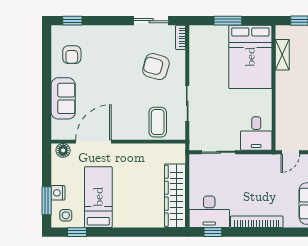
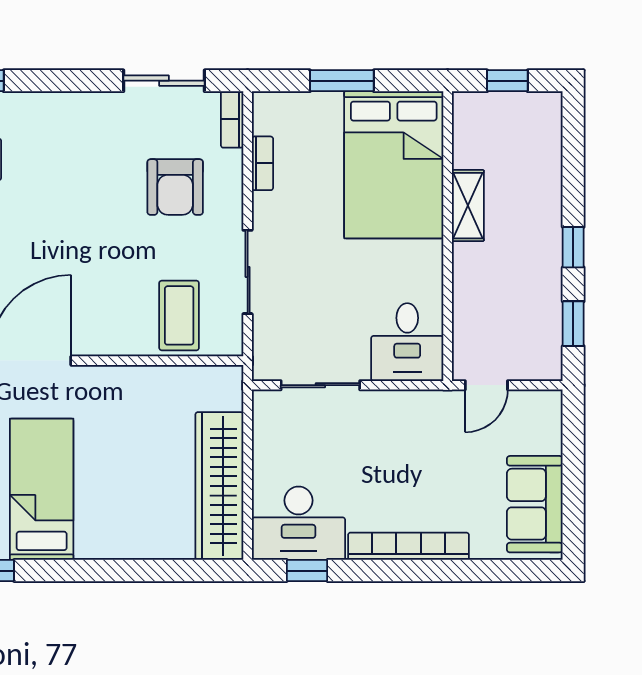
shelving: (282, 55) -> (468, 206), moved
bookcase: (194, 56) -> (262, 163), added
armchair: (156, 67) -> (175, 187), turned -106

